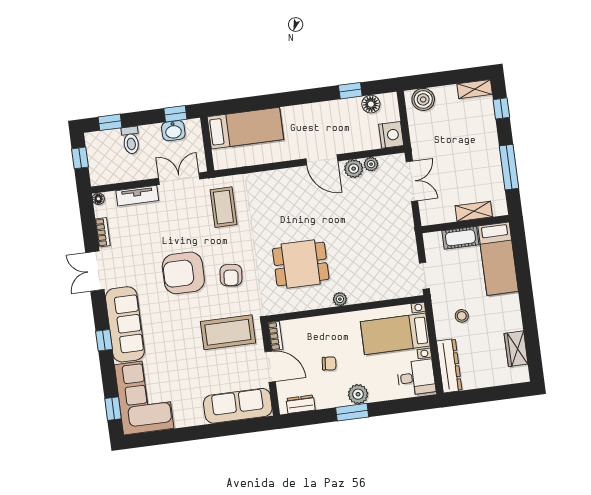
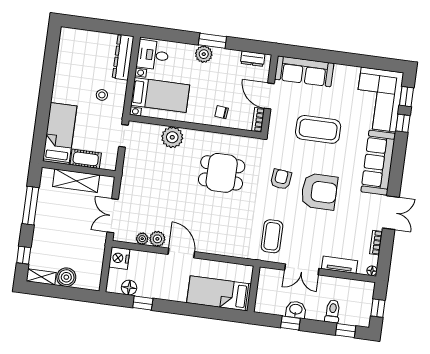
boiler: (423, 99) -> (66, 277), moved
bed: (245, 128) -> (219, 293), moved
wall: (207, 144) -> (254, 289), moved
shelving: (474, 211) -> (76, 181), width x1.50, depth x1.33
plant: (340, 299) -> (172, 137), moved, width x1.88, depth x1.88
coffee table: (228, 332) -> (318, 129), moved
window: (104, 340) -> (403, 123), moved
wardrobe: (516, 349) -> (65, 56), removed
chair: (329, 364) -> (222, 112), moved

